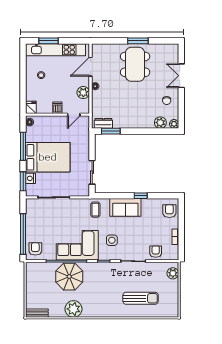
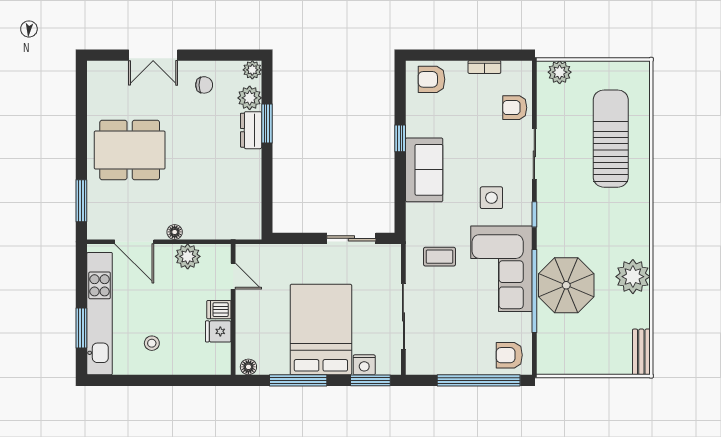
window: (138, 41) -> (81, 201), moved
fridge: (31, 107) -> (218, 331), moved
dresser: (103, 123) -> (251, 130), moved
window: (111, 131) -> (267, 124), moved
coffee table: (95, 210) -> (440, 257), moved
sun lounger: (141, 298) -> (611, 139), width x1.36, depth x1.34

